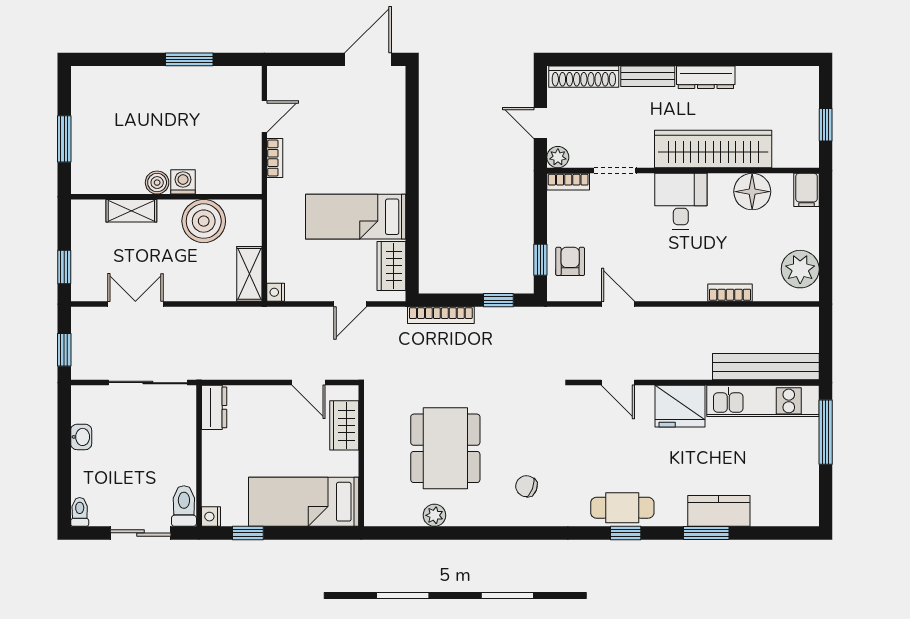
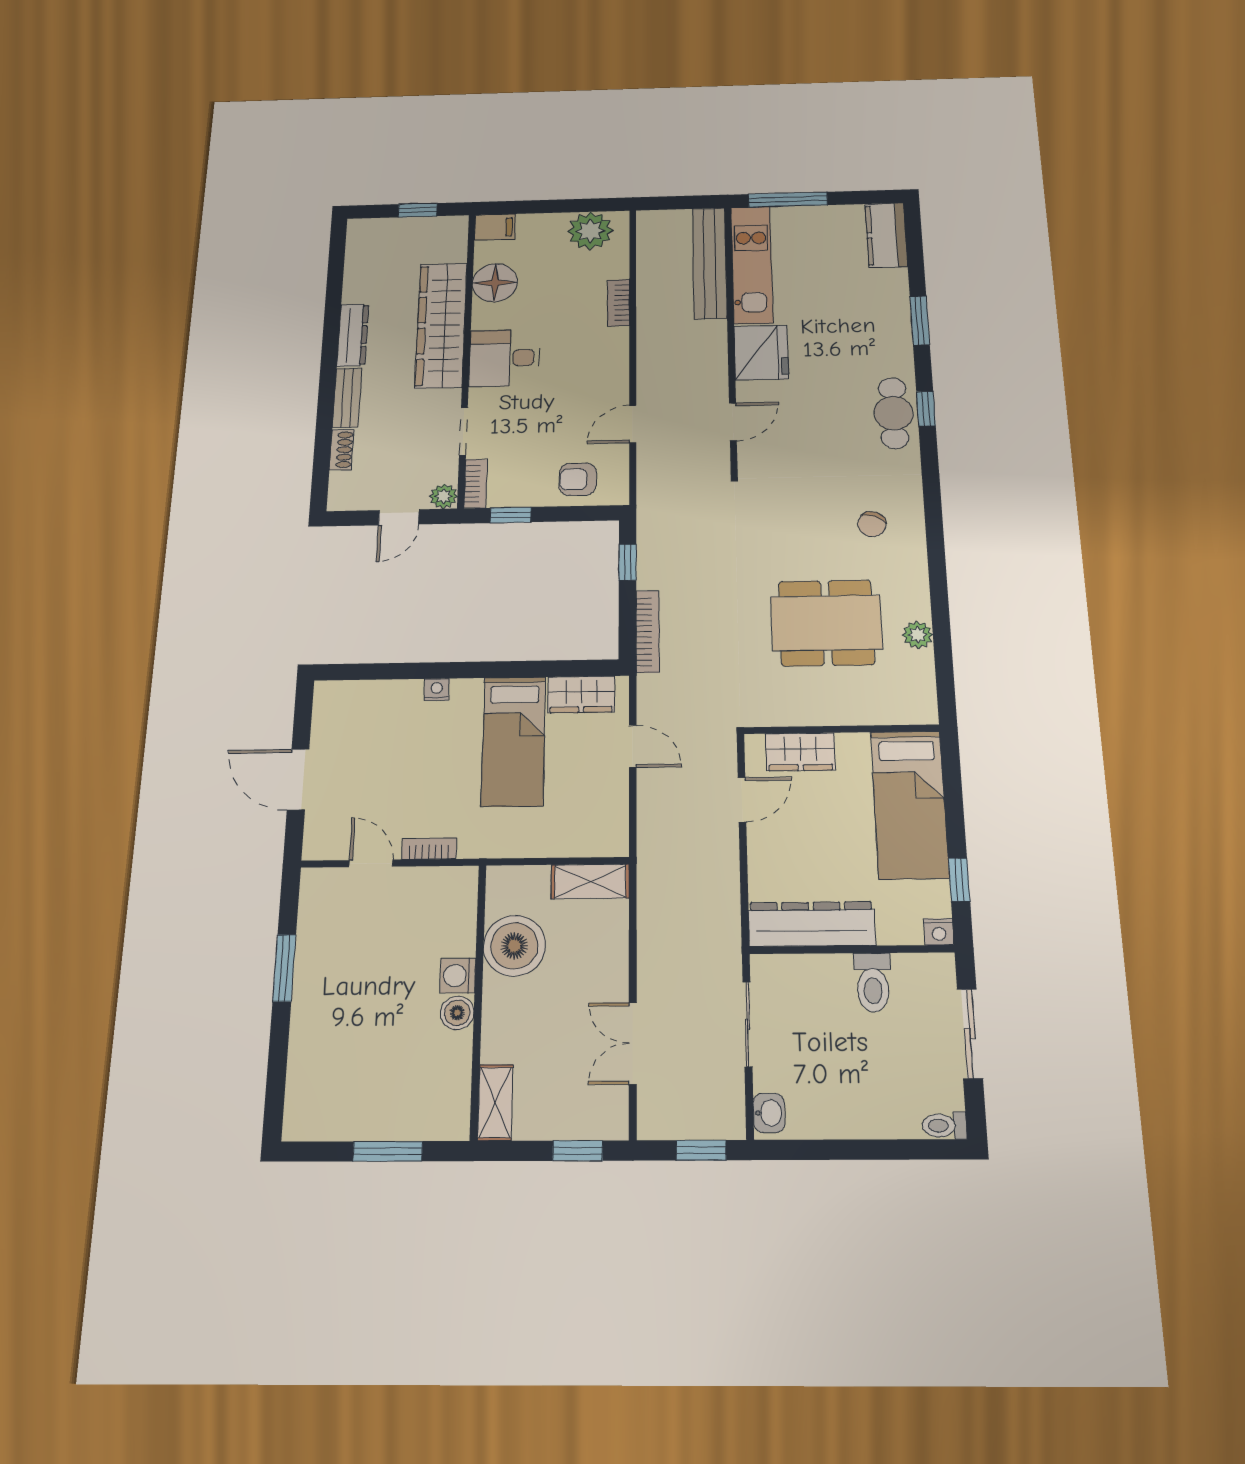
door: (368, 59) -> (298, 779), moved
shoe rack: (584, 77) -> (342, 450), width x0.51, depth x0.81
shelving: (131, 211) -> (495, 1103), moved
window: (540, 260) -> (511, 515), moved
nightstand: (276, 292) -> (437, 690), moved, turned 180
sliding door: (148, 383) -> (747, 1024), width x0.73
dresser: (214, 407) -> (812, 924), width x1.96, depth x1.24
washbasin: (81, 437) -> (769, 1113), moved, turned 90
toilet: (184, 506) -> (873, 982), moved, turned -90
kitchen counter: (719, 511) -> (886, 235), moved

